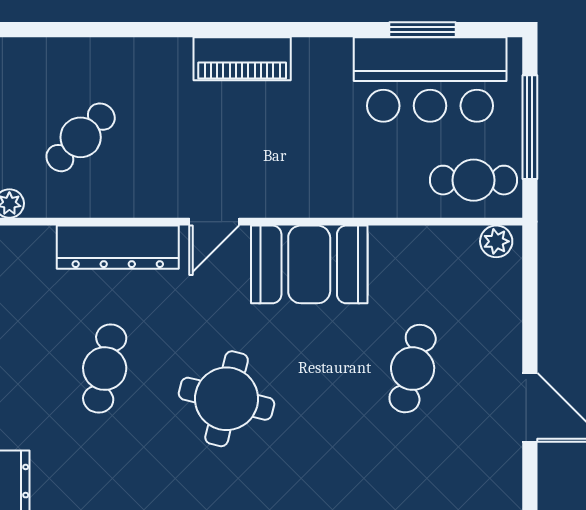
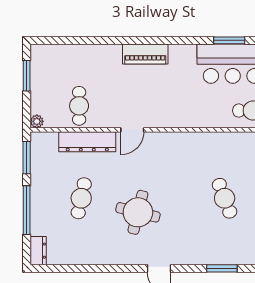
cafe table: (81, 137) -> (79, 106), moved, turned -45
booth: (309, 264) -> (176, 150), removed
cafe table: (413, 369) -> (225, 198), turned -36

